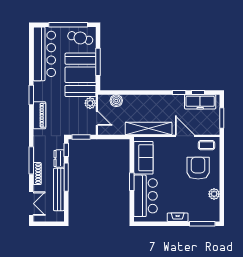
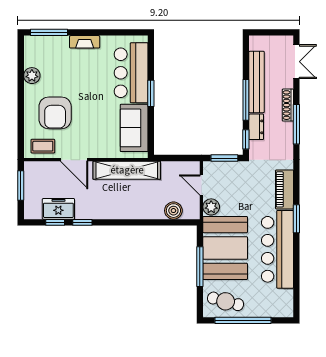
bar counter: (44, 54) -> (277, 249), moved
freezer: (200, 102) -> (58, 209), width x0.71
double door: (31, 204) -> (296, 62), swing flipped

